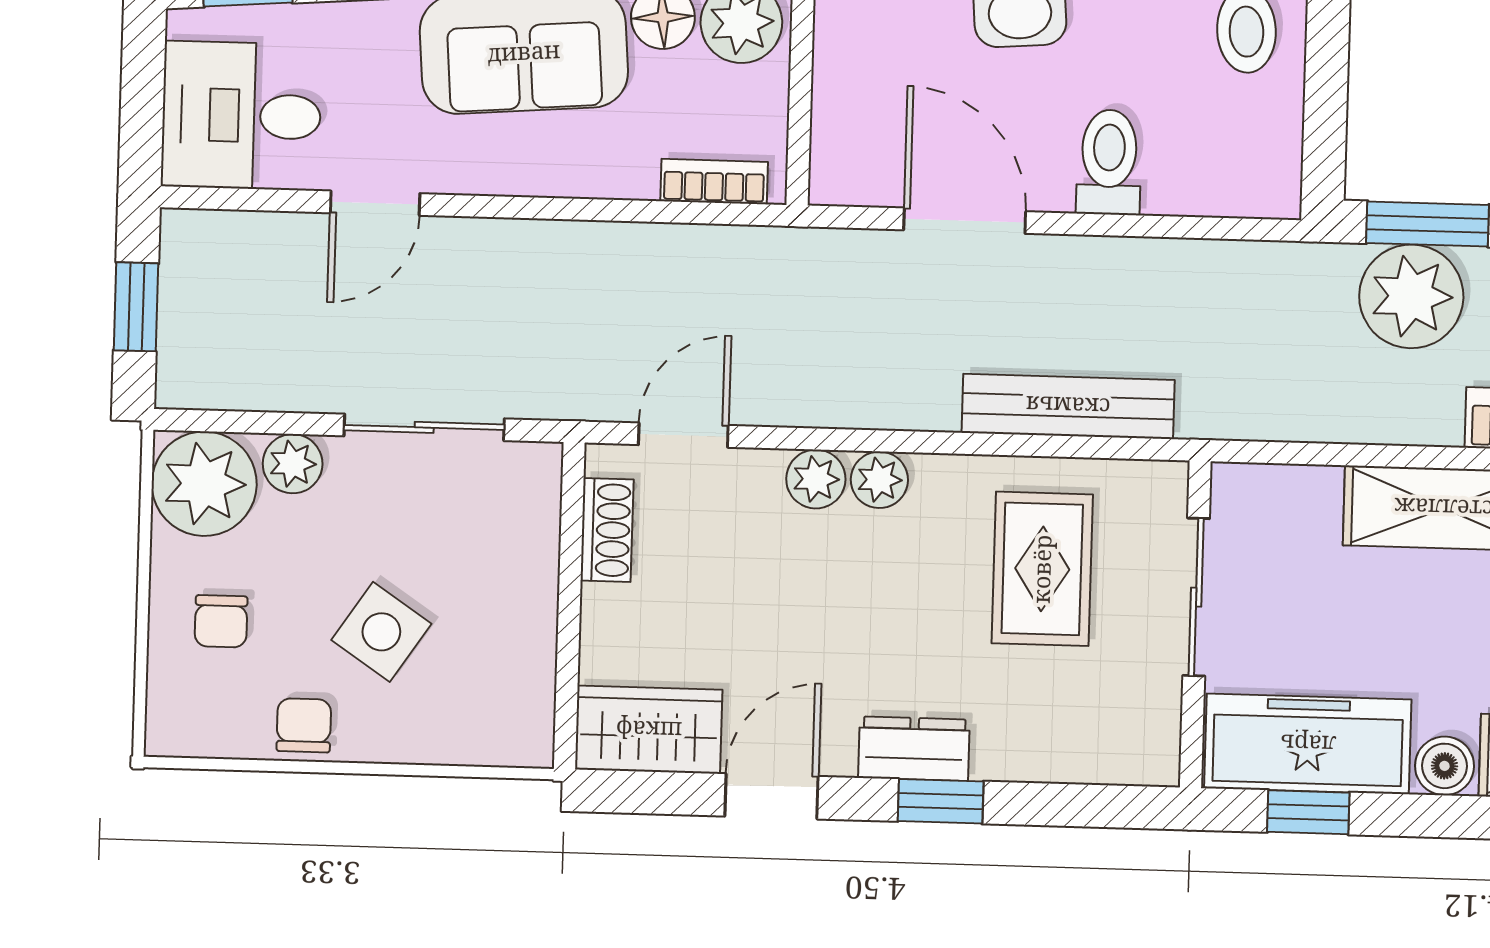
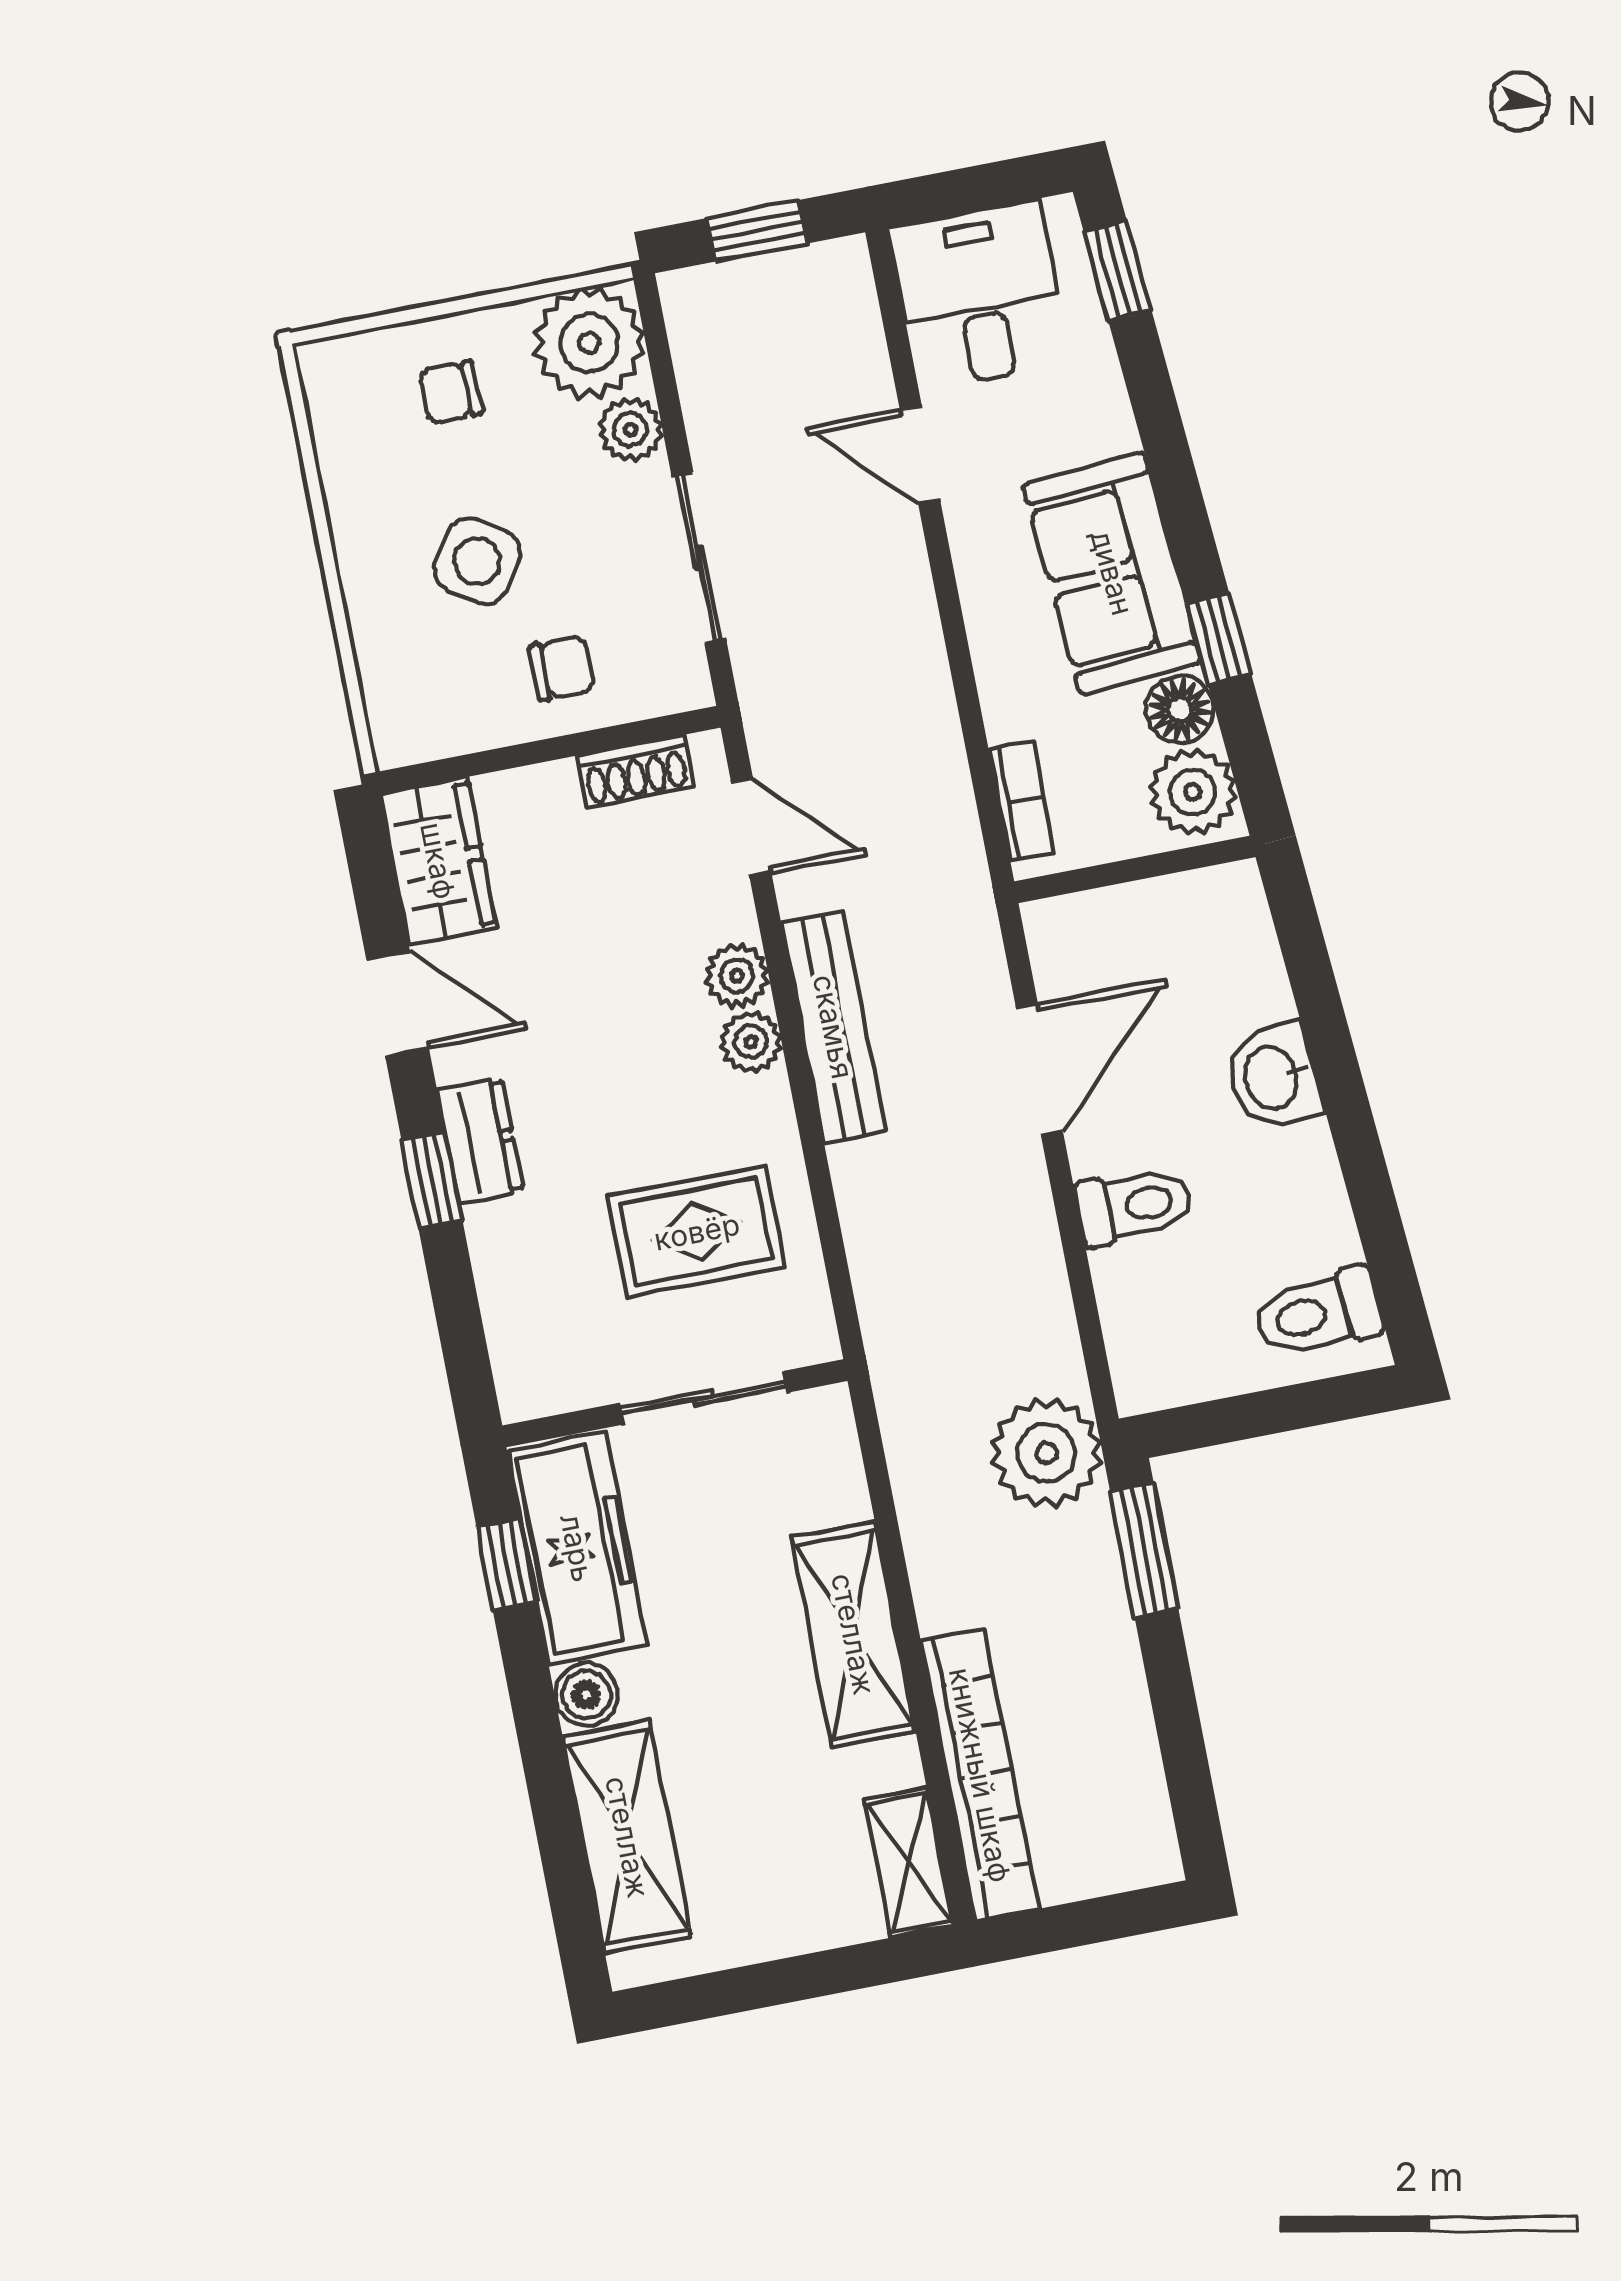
plant: (1411, 296) -> (1046, 1453), moved
bench: (1068, 406) -> (833, 1027), moved
chair: (304, 725) -> (562, 668), moved

